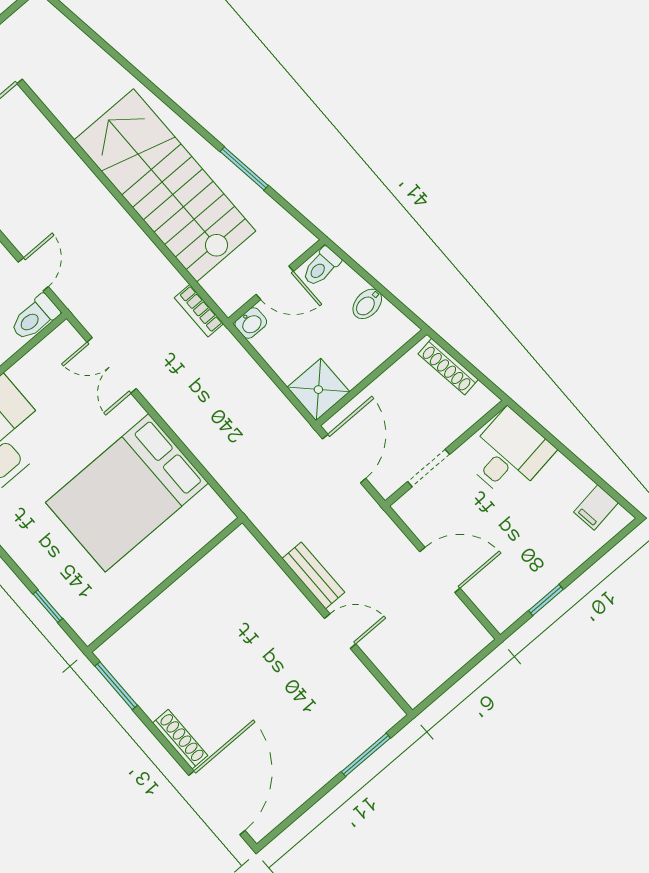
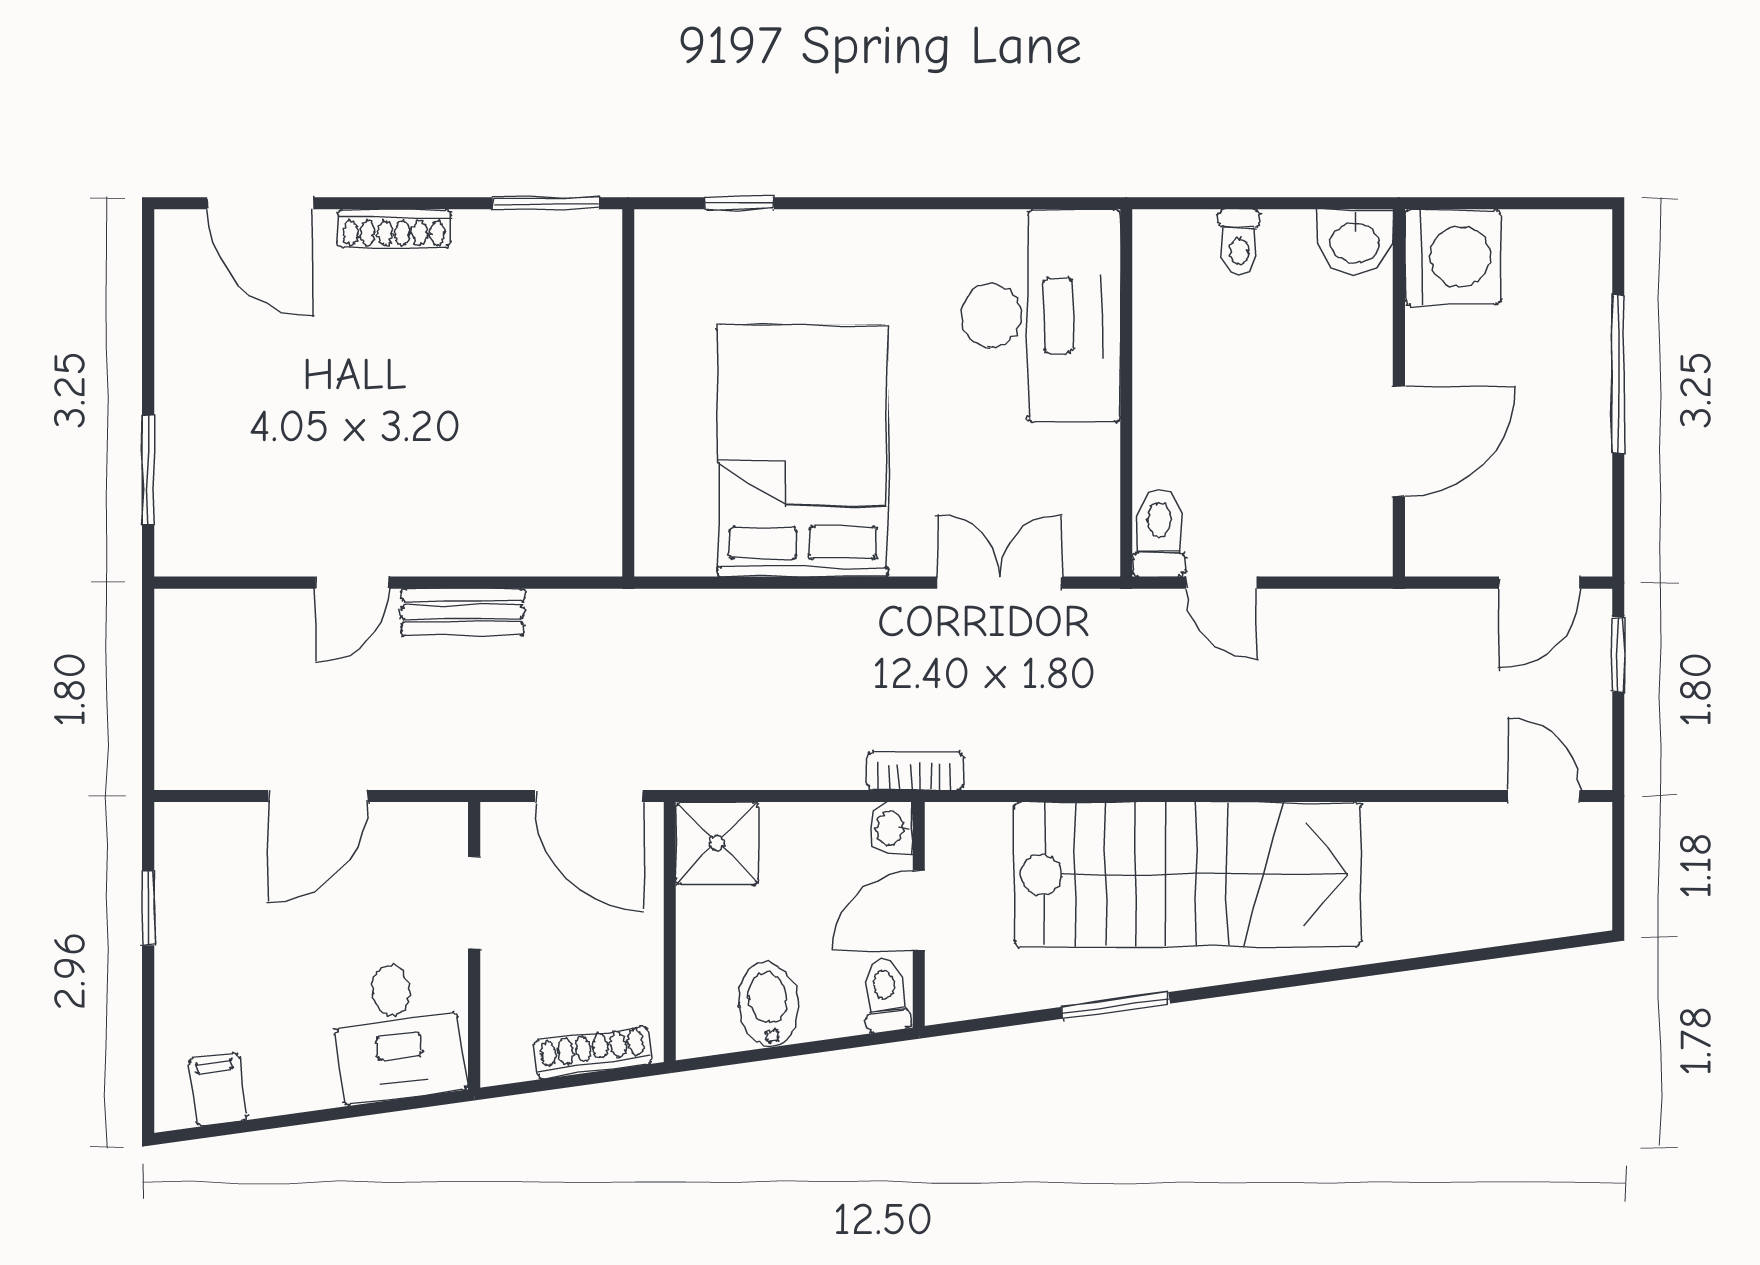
bidet: (367, 304) -> (768, 1005), width x1.38, depth x1.36
bookcase: (199, 311) -> (915, 771), moved
door: (217, 803) -> (260, 203), width x0.73

